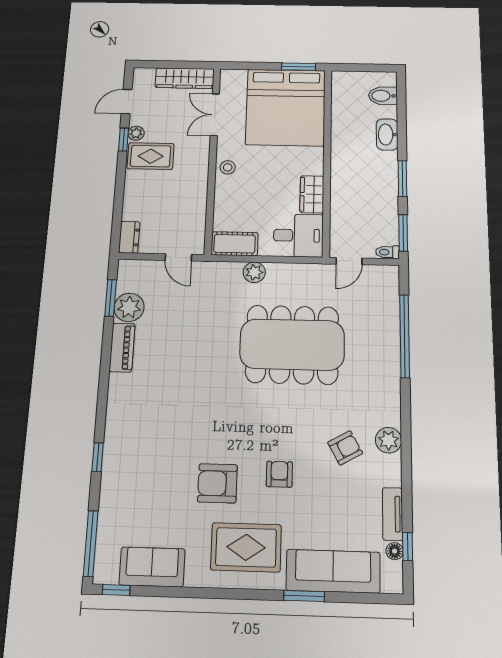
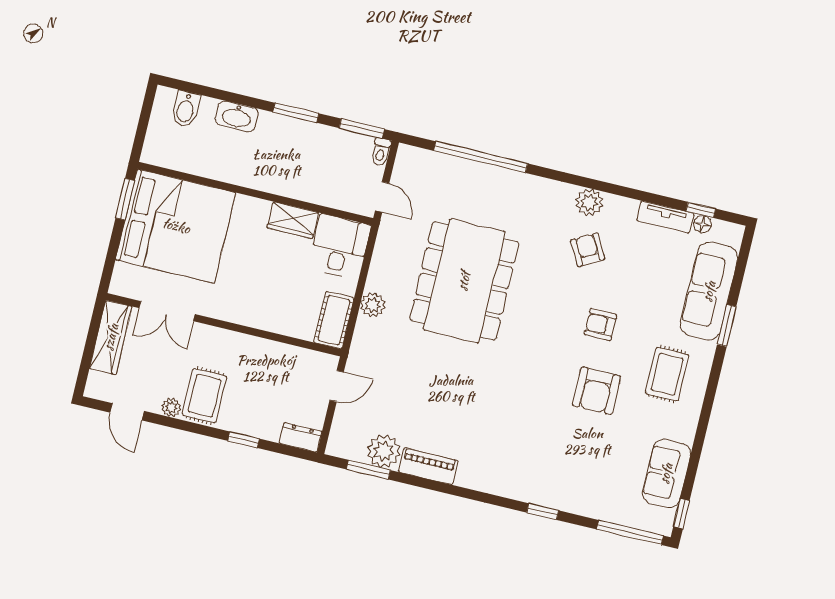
window: (124, 140) -> (244, 440), moved
stool: (228, 167) -> (238, 309), removed
rug: (246, 547) -> (667, 374), width x0.73, depth x0.70

